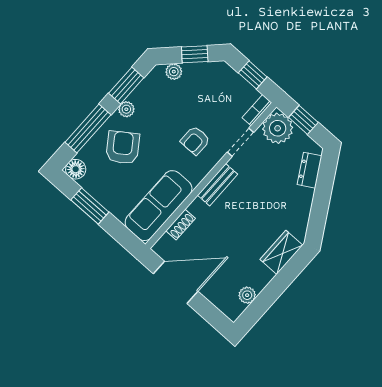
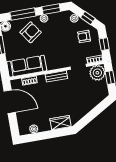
armchair: (195, 140) -> (84, 36), moved
dresser: (310, 170) -> (97, 99), removed

